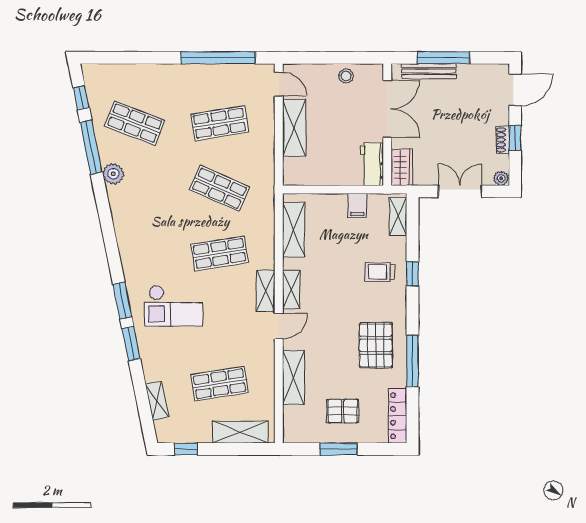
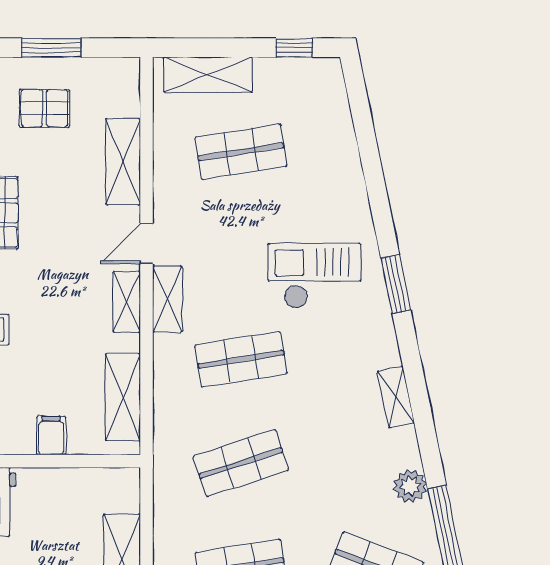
shop shelf: (220, 188) -> (241, 463), turned -42
filing cabinet: (357, 206) -> (51, 436), moved
window: (131, 344) -> (382, 216), removed
shelving: (157, 401) -> (396, 397), moved

